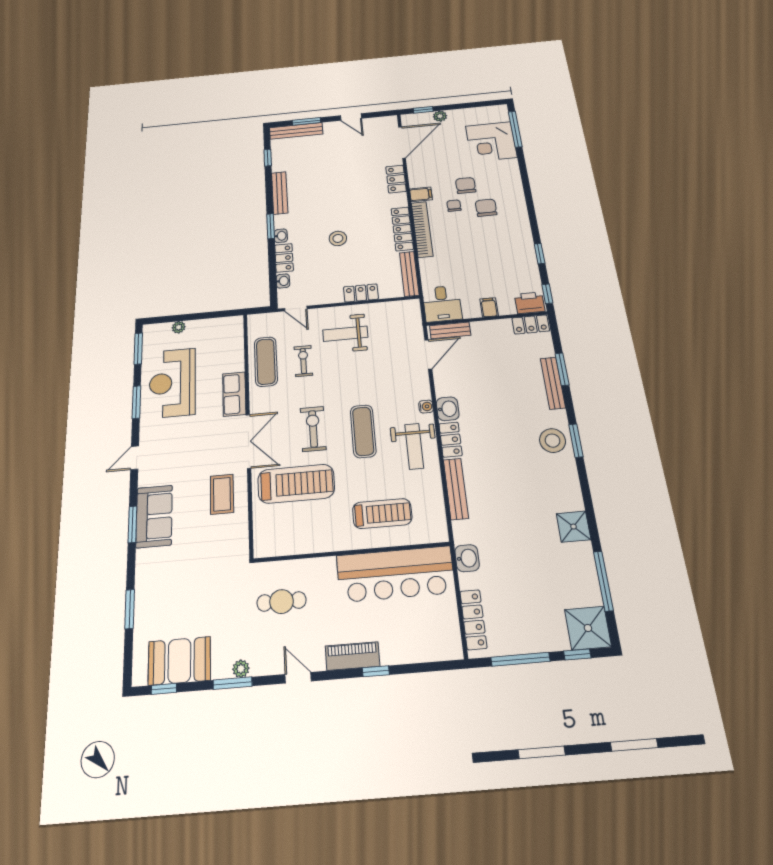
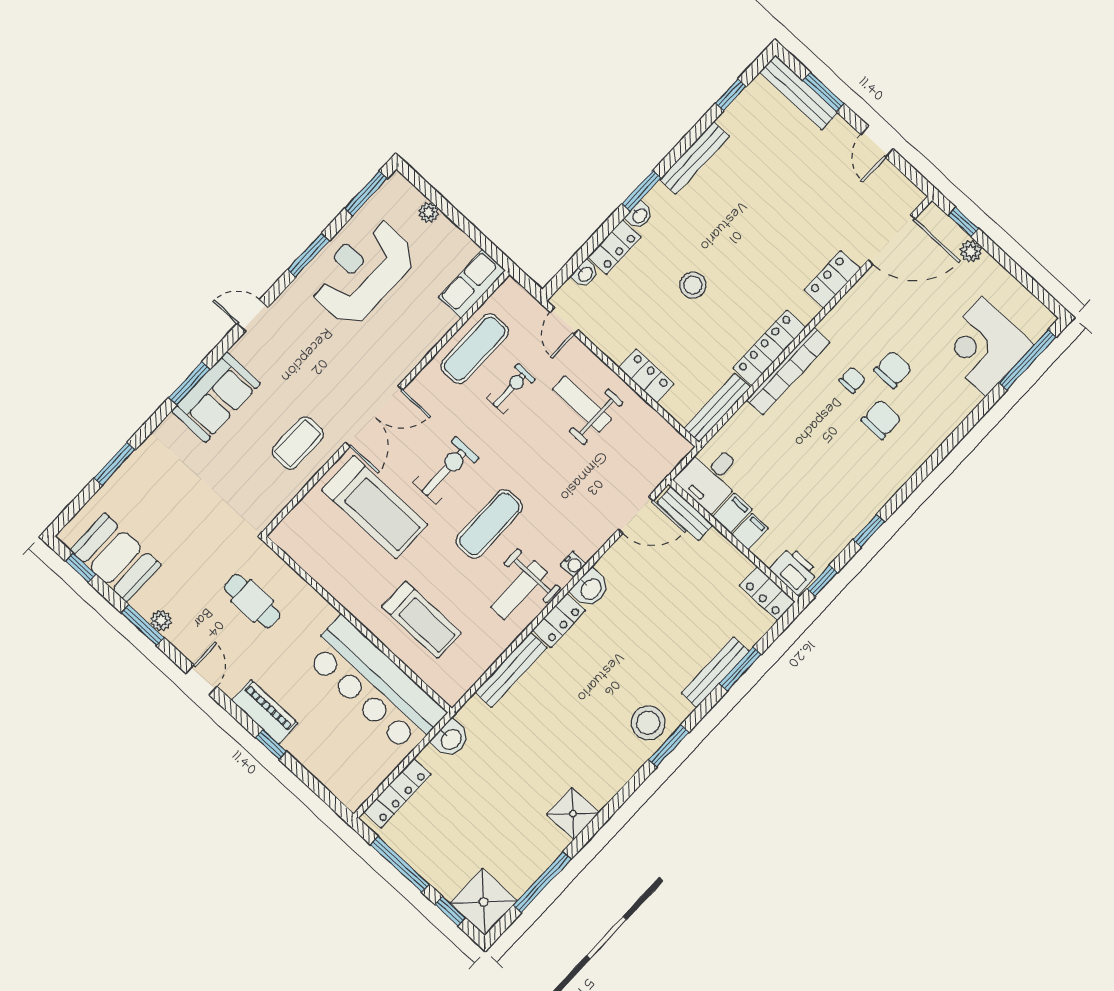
filing cabinet: (421, 194) -> (732, 513), moved, turned -90
row of seats: (234, 394) -> (472, 284), moved

